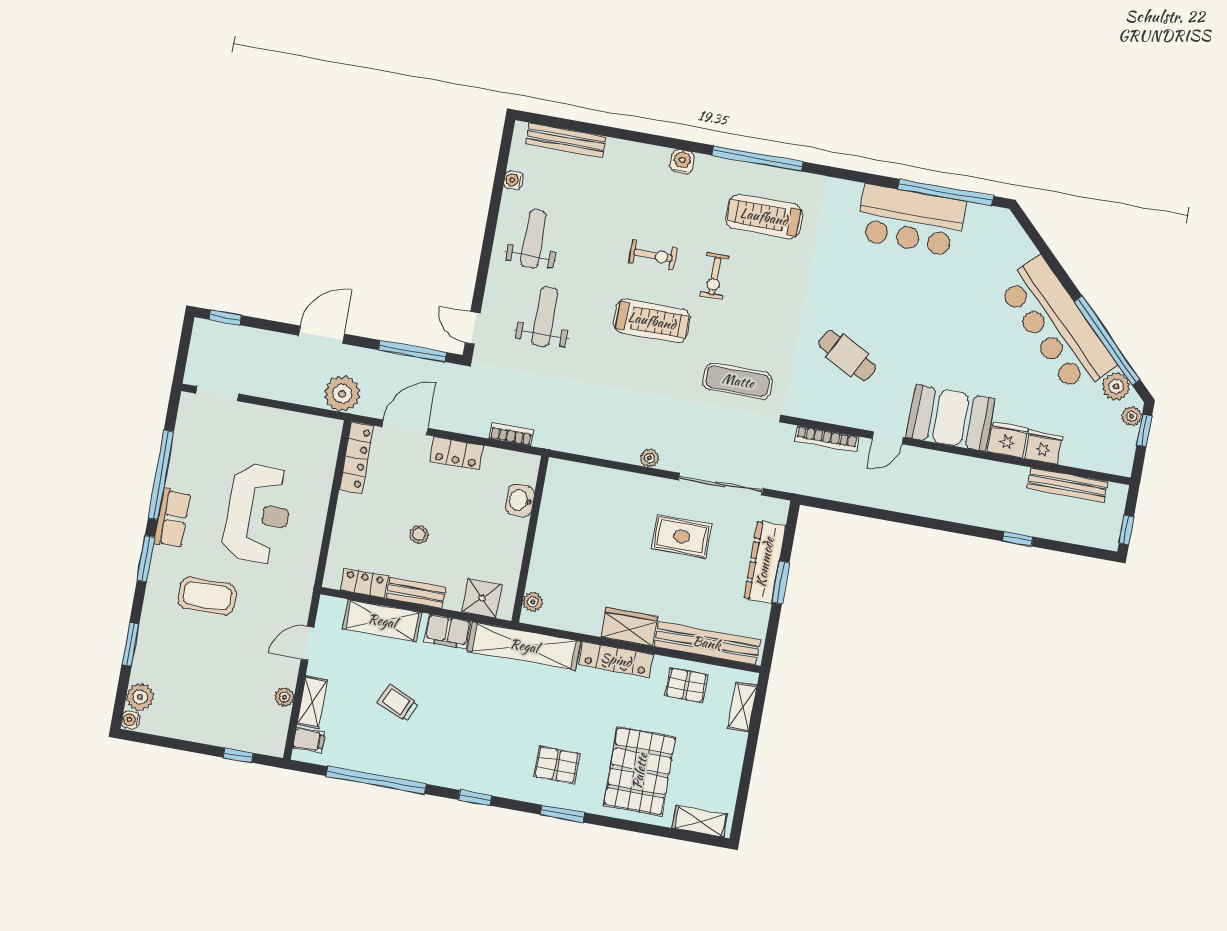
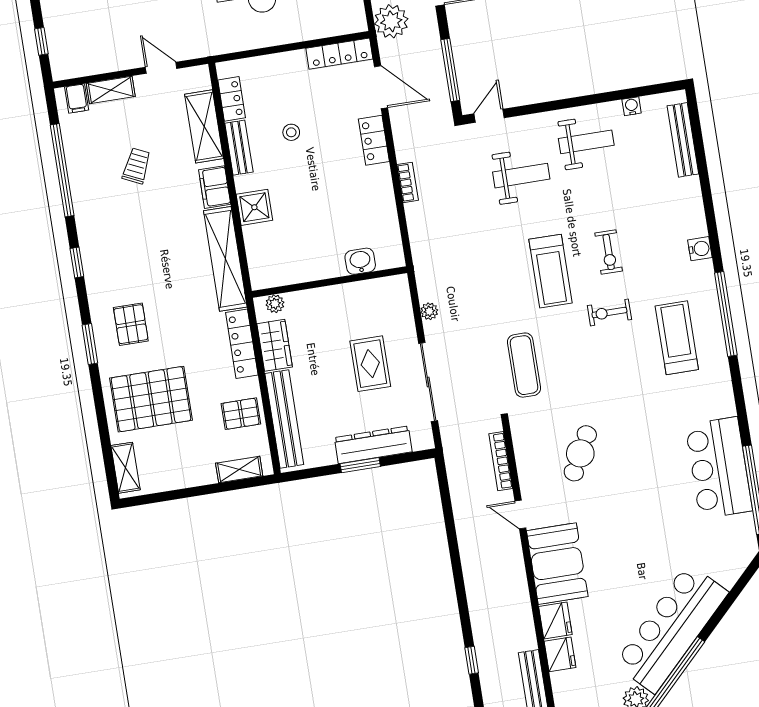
washbasin: (520, 500) -> (360, 261), moved
wall: (530, 539) -> (329, 282), moved
plant: (533, 602) -> (275, 304), moved
pallet: (686, 685) -> (241, 414), turned 90
plant: (284, 697) -> (107, 64), removed

